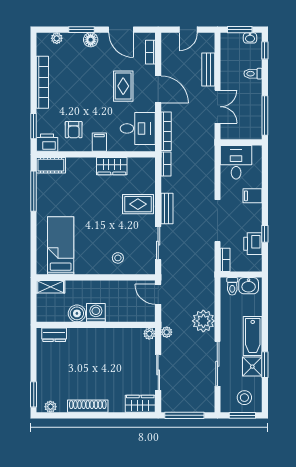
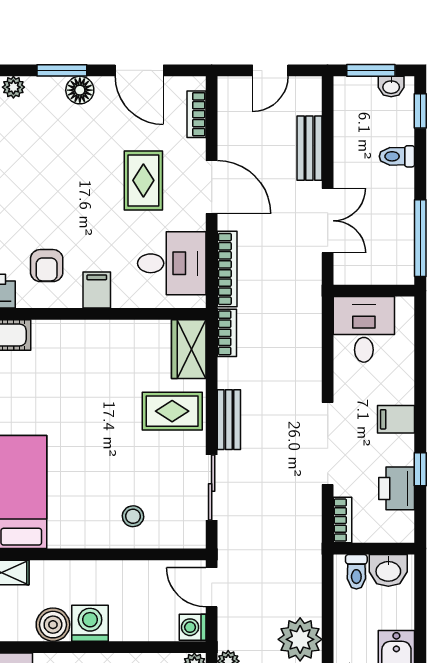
wardrobe: (112, 166) -> (189, 349), moved, turned 90
filing cabinet: (253, 196) -> (396, 419), moved
washing machine: (148, 315) -> (193, 627), added

